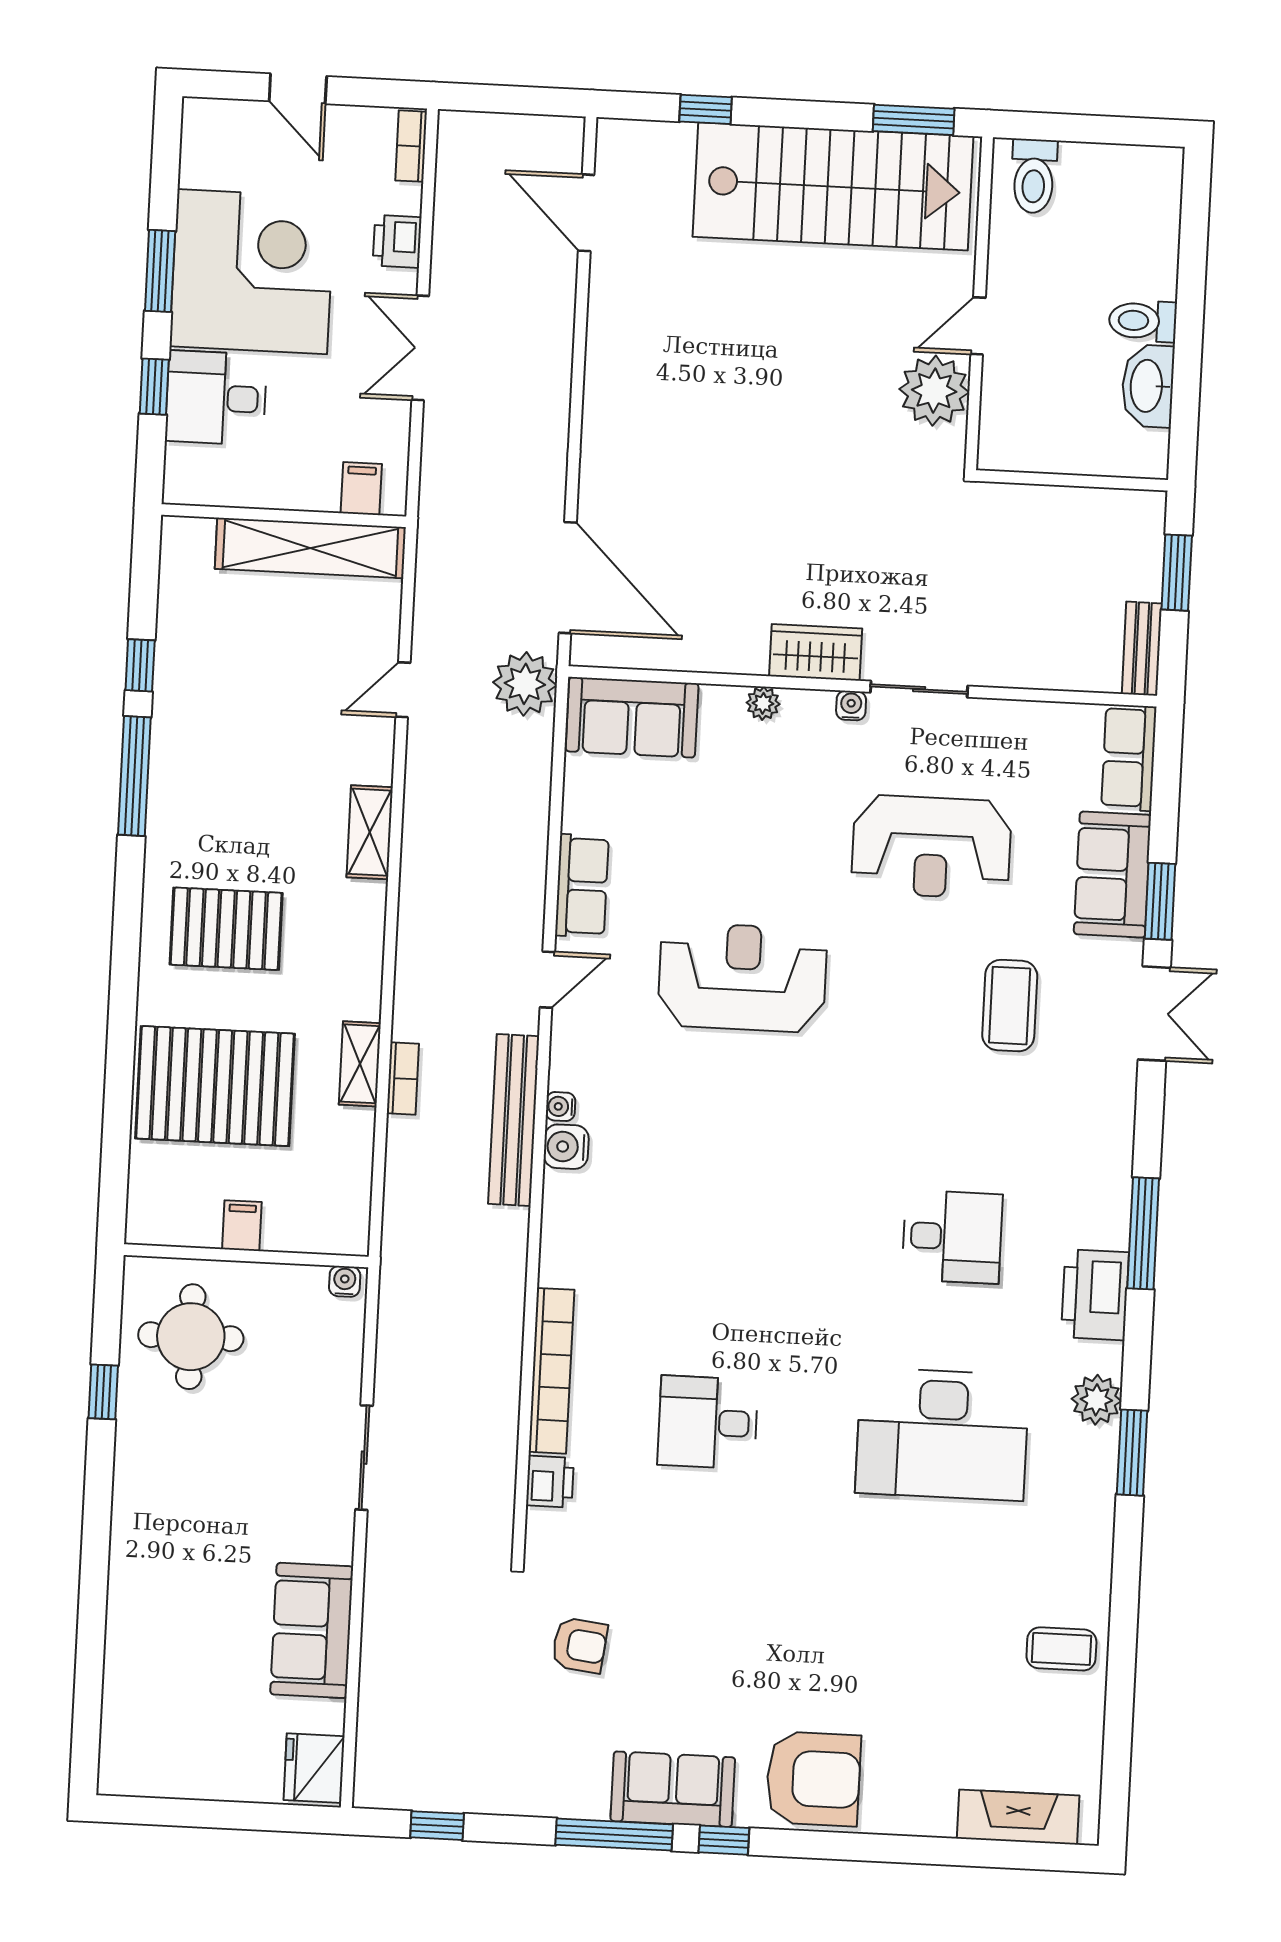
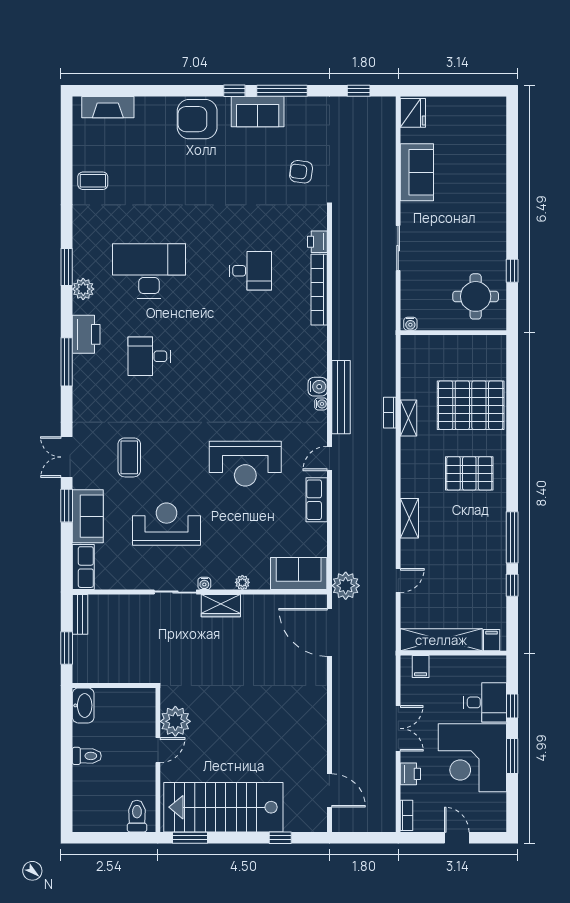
washbasin: (1148, 386) -> (83, 705), moved
filing cabinet: (242, 1226) -> (492, 640), moved, turned 180

